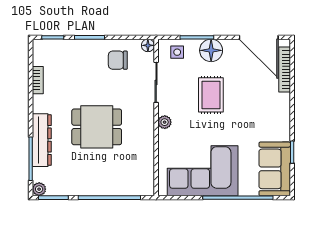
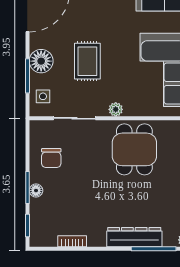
floor lamp: (148, 45) -> (36, 191), moved
rug: (211, 95) -> (87, 61), turned 90
dining table: (97, 127) -> (134, 149), moved

